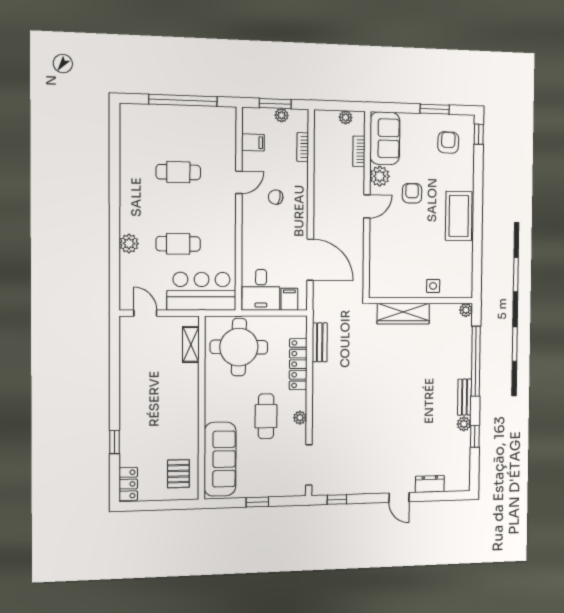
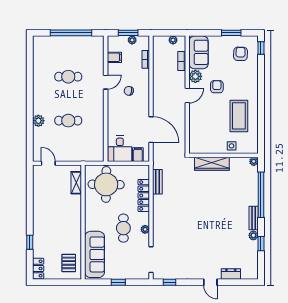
coffee table: (459, 216) -> (239, 116), moved
bar counter: (202, 291) -> (83, 150), removed

